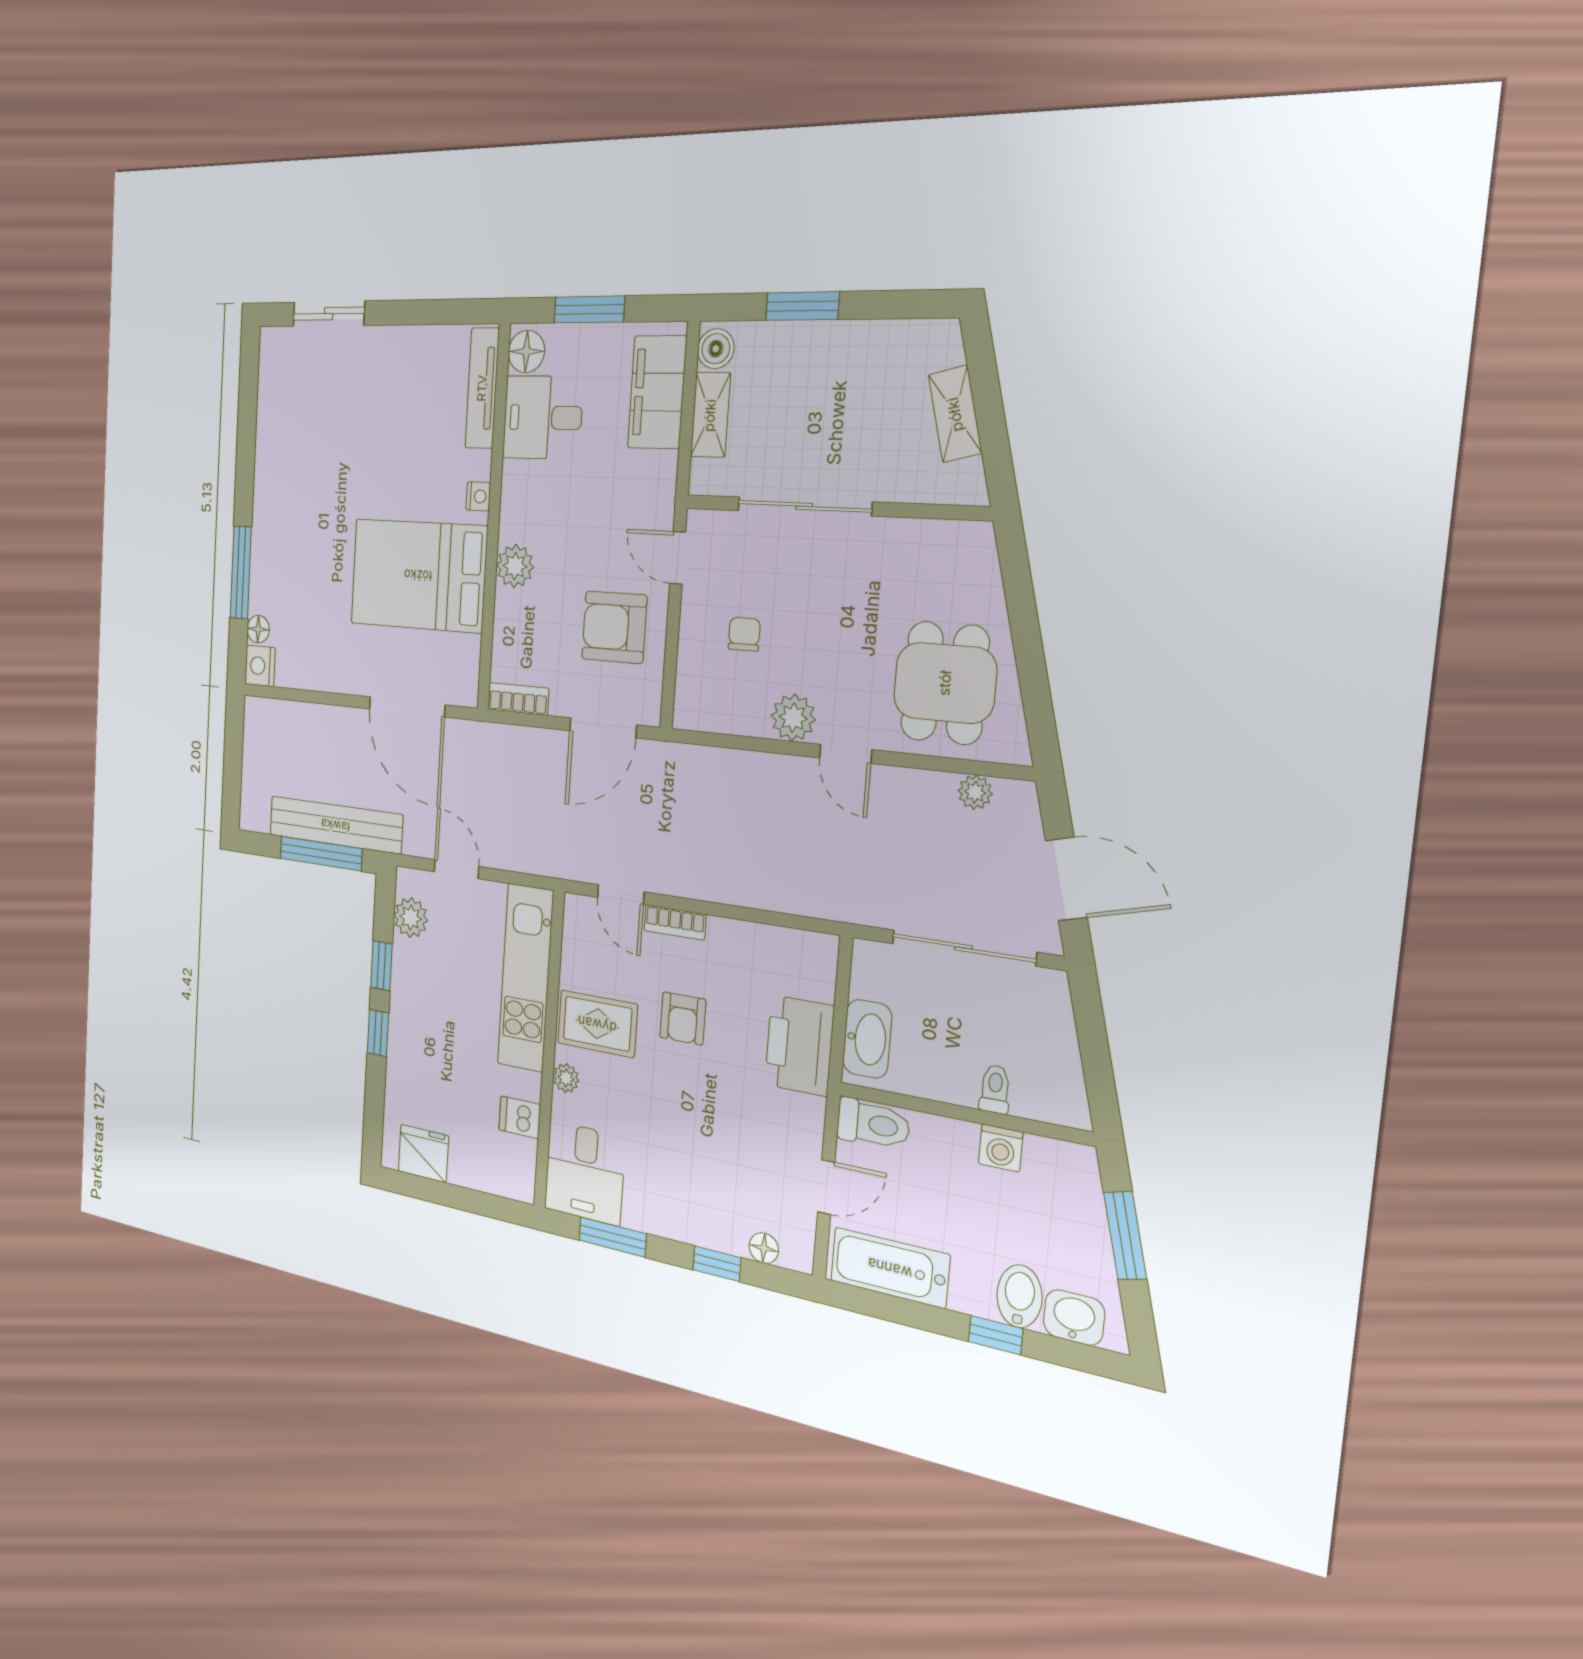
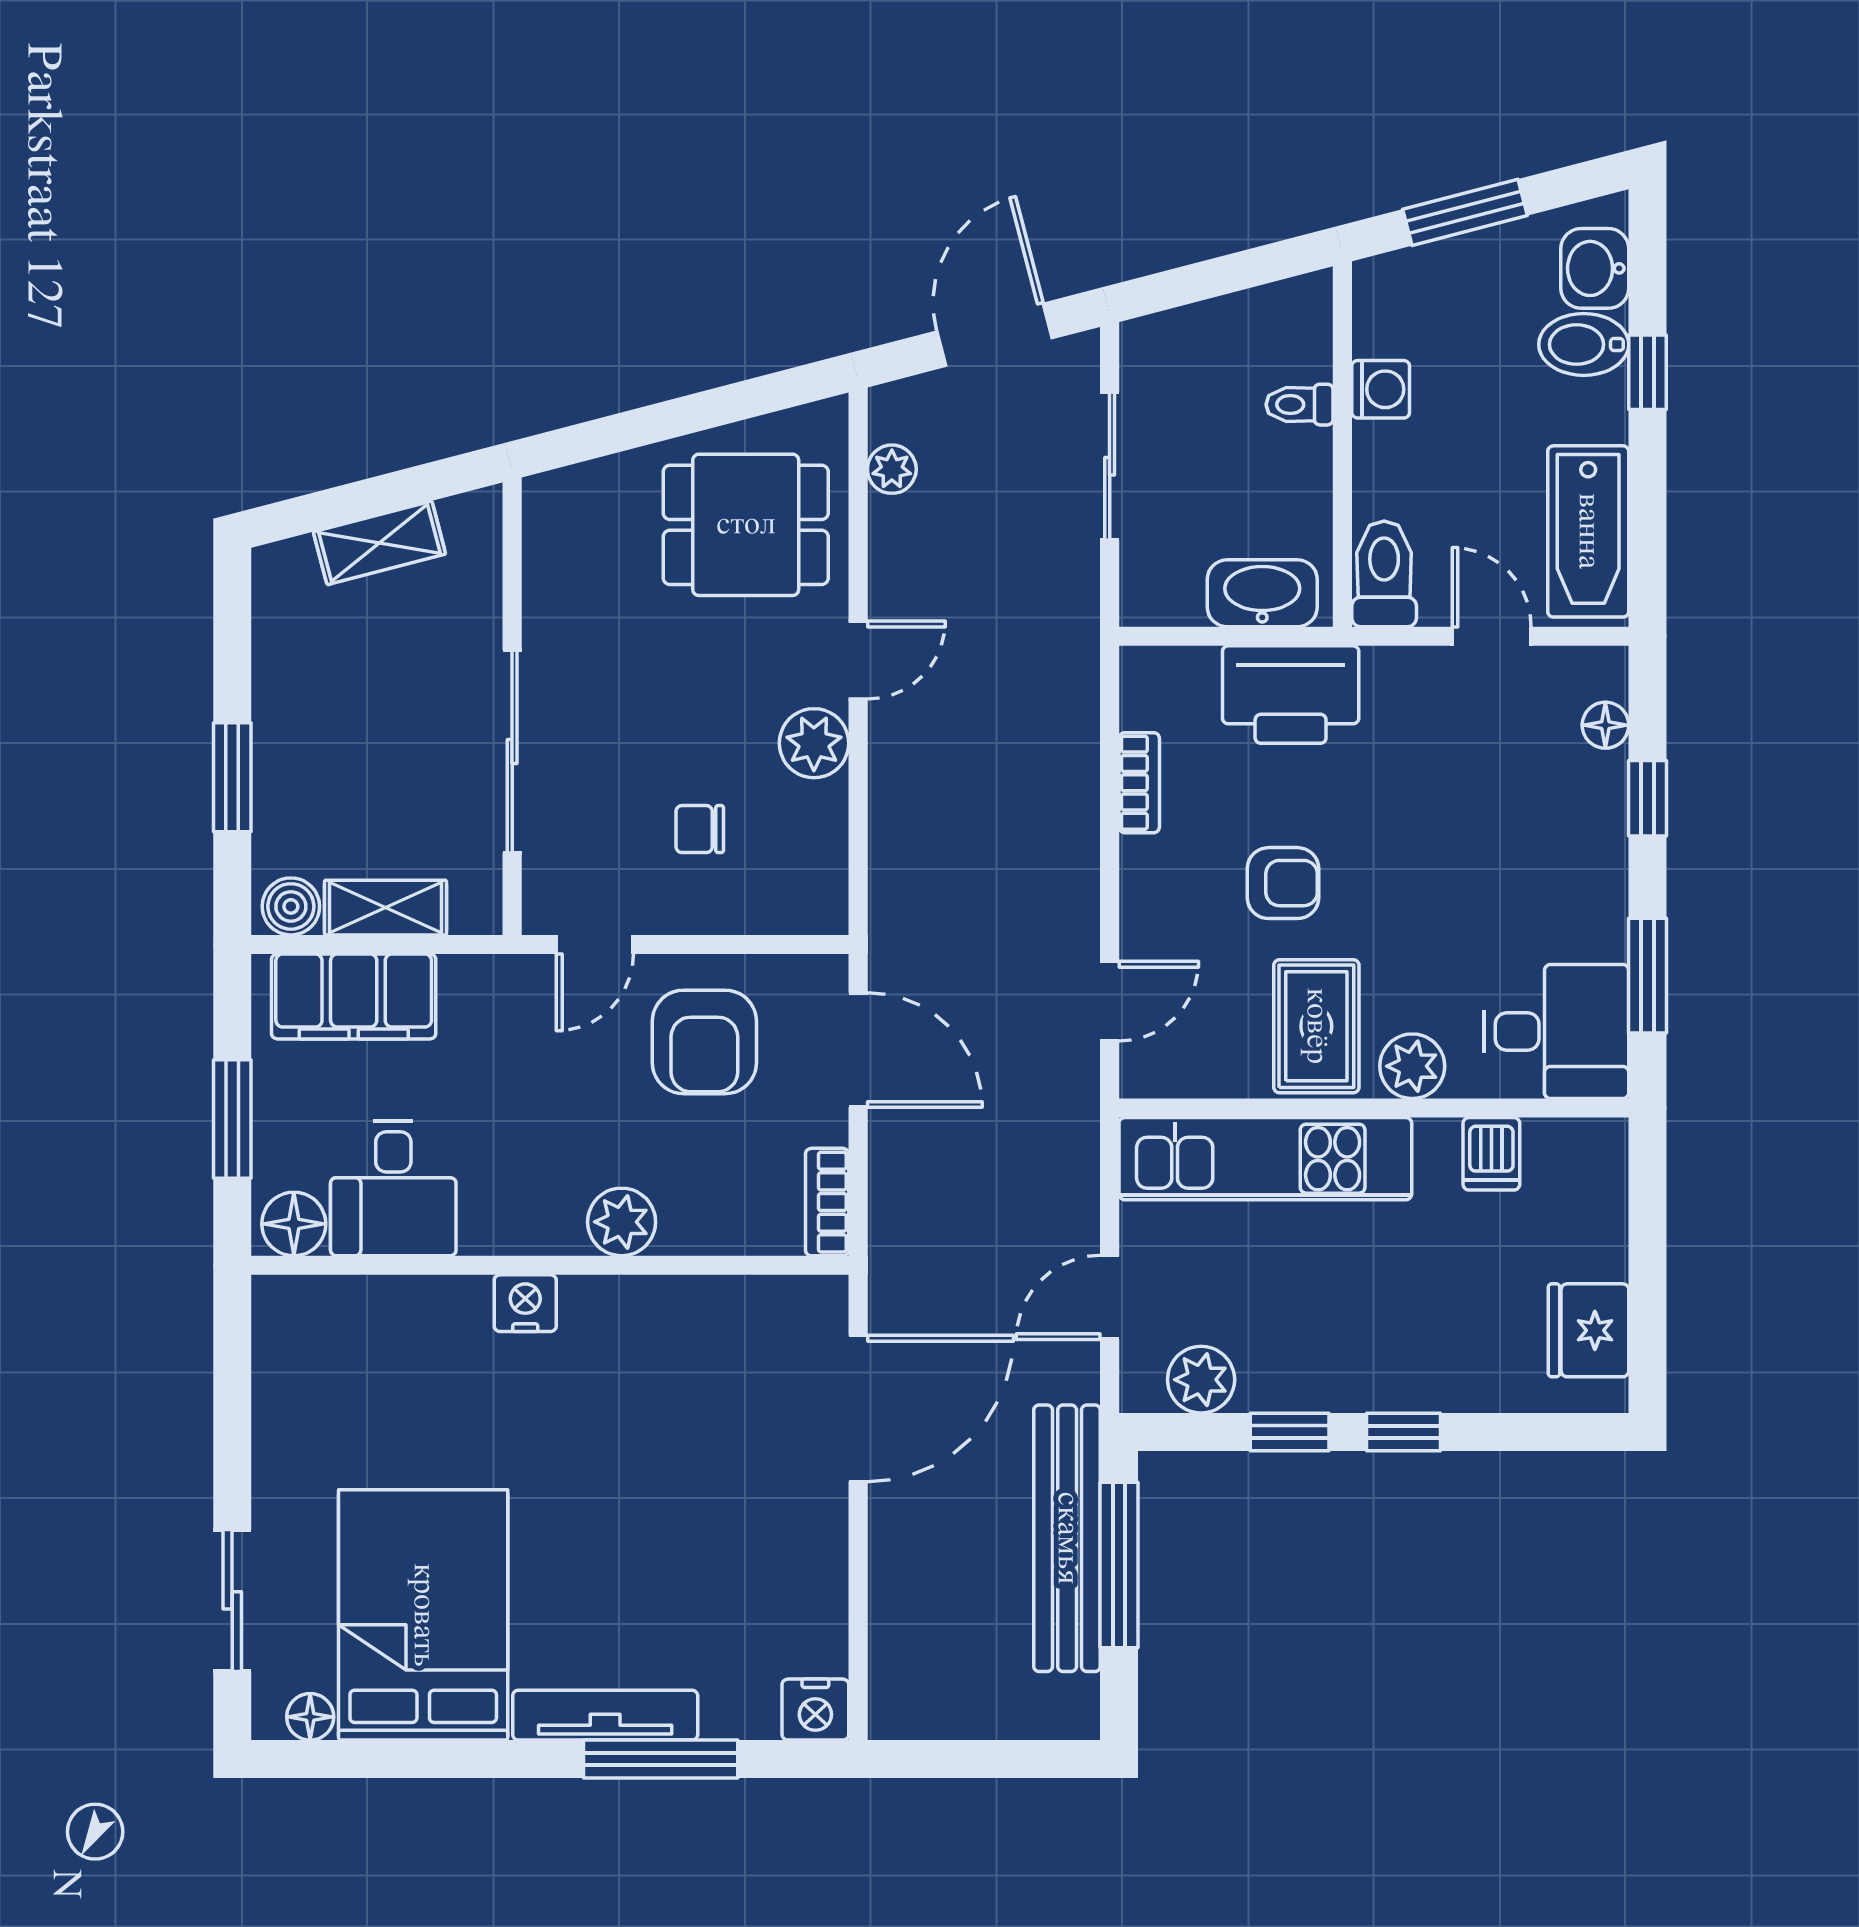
tv unit: (482, 388) -> (605, 1715), moved, turned 180
nightstand: (478, 496) -> (525, 1303), width x1.39, depth x1.35
bed: (418, 575) -> (423, 1615), moved, turned 180
floor lamp: (258, 629) -> (310, 1717), moved
bookcase: (675, 923) -> (1139, 783), moved
sliding door: (963, 948) -> (1110, 466), width x0.73
plant: (566, 1078) -> (1412, 1066), width x1.38, depth x1.38

